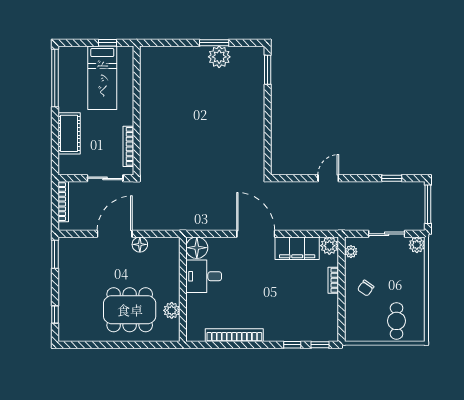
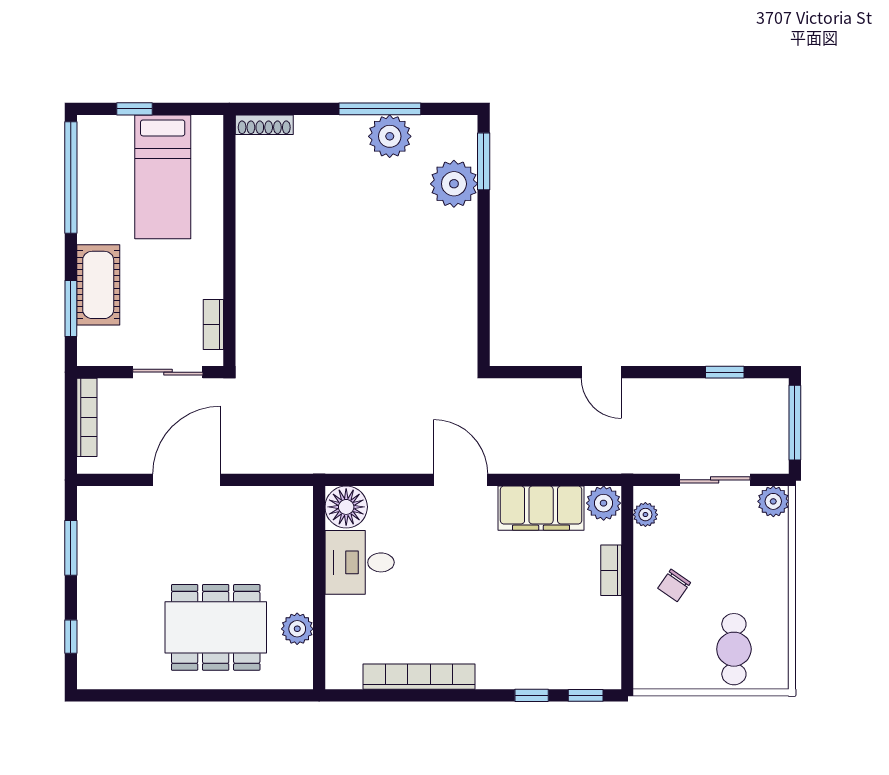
window: (107, 43) -> (134, 109), moved
window: (214, 43) -> (380, 109), width x1.44
shoe rack: (155, 51) -> (264, 125), added
plant: (252, 81) -> (454, 184), added
window: (55, 145) -> (71, 308), added
bookcase: (128, 146) -> (213, 325), width x0.64
door: (328, 178) -> (601, 372), swing flipped
door: (256, 234) -> (461, 480), width x0.73
floor lamp: (140, 244) -> (235, 501), removed
window: (55, 254) -> (71, 548), moved

